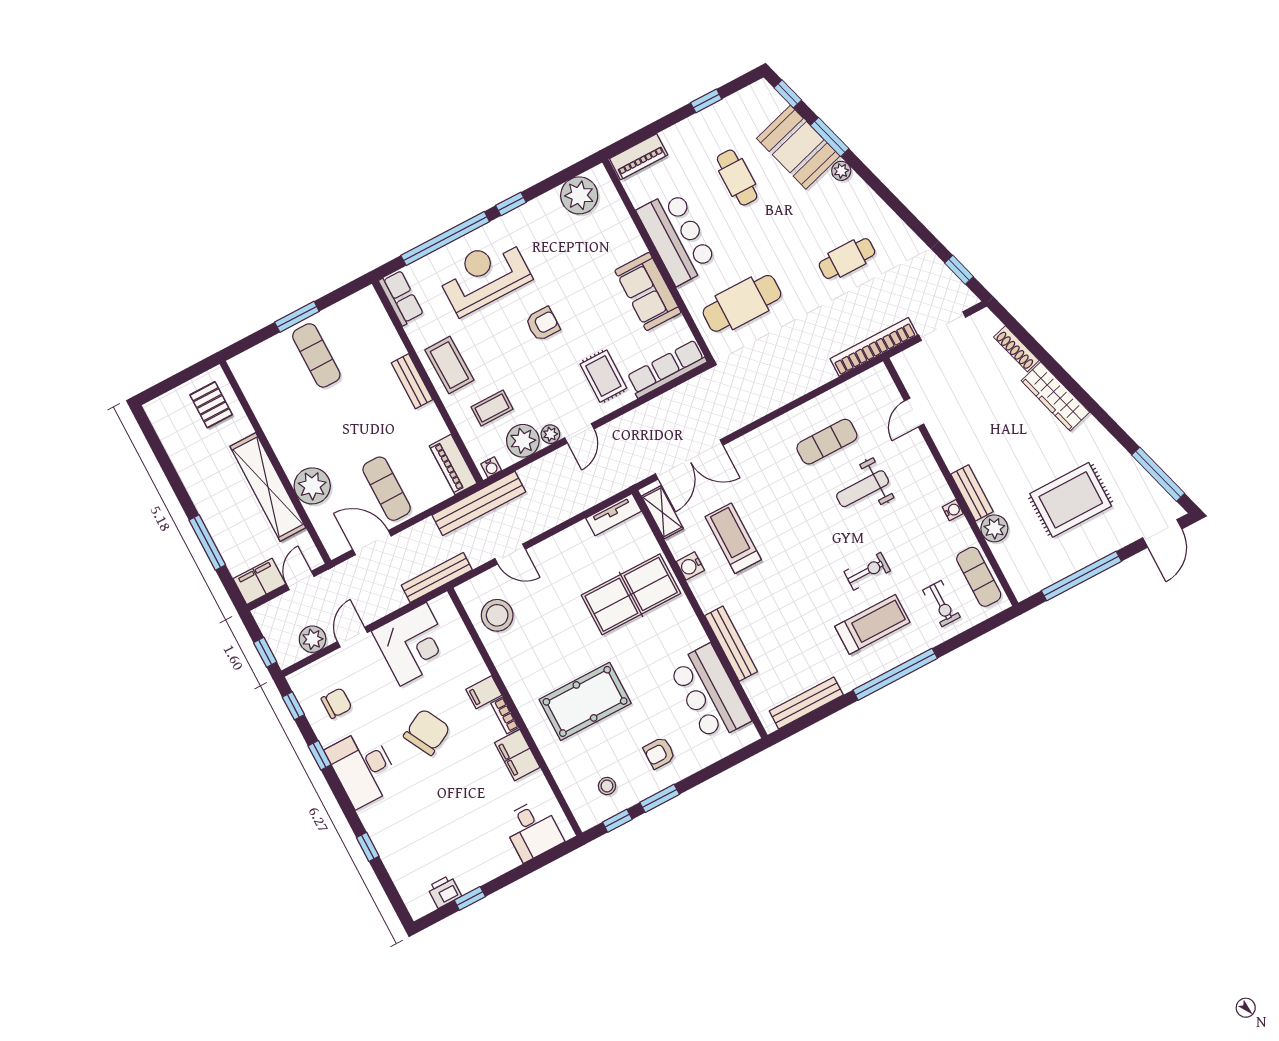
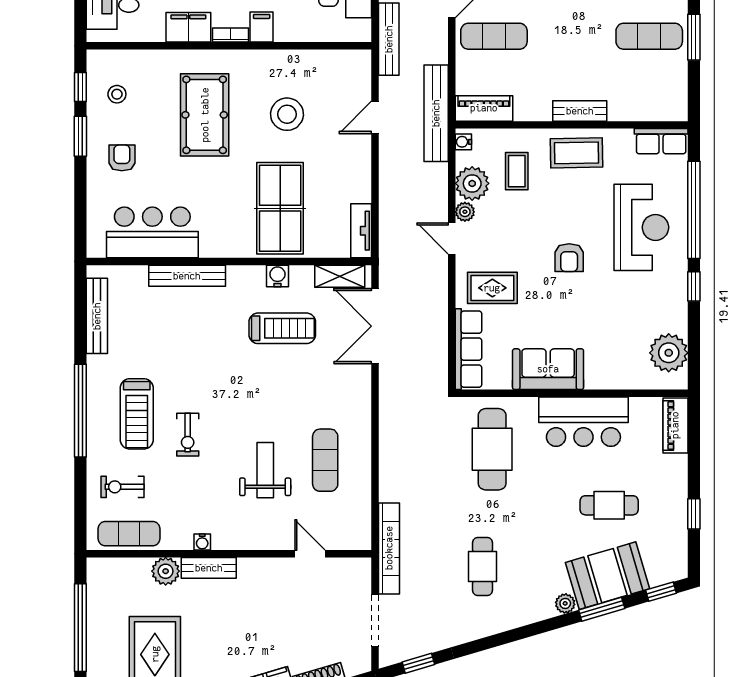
stool: (497, 615) -> (287, 114), moved

